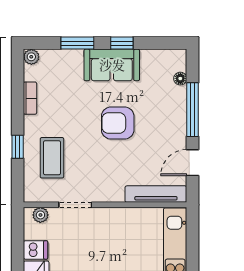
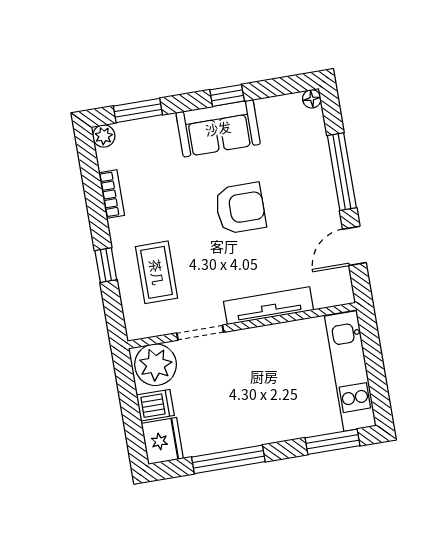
window: (77, 43) -> (138, 110), moved
floor lamp: (180, 79) -> (312, 99), moved
armchair: (118, 123) -> (240, 208), turned 180
tv unit: (156, 194) -> (268, 306), moved
plant: (40, 215) -> (156, 365), width x1.87, depth x1.87

